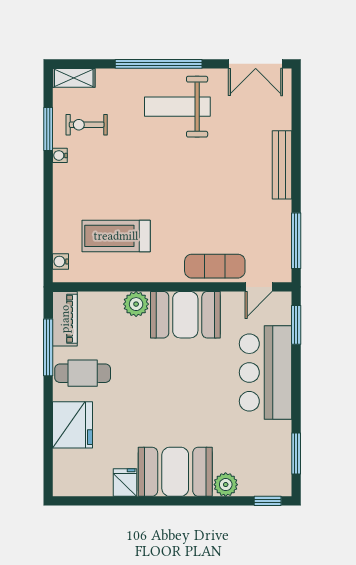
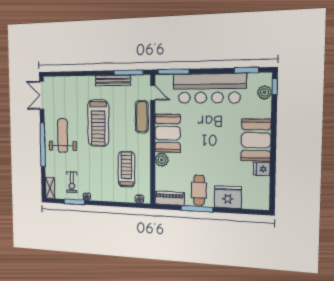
double door: (256, 64) -> (42, 95), swing flipped
weight bench: (177, 107) -> (63, 136), turned 180
bench: (282, 165) -> (113, 81), moved
treadmill: (202, 180) -> (98, 123), added
treadmill: (116, 236) -> (126, 169), turned 180
window: (296, 325) -> (173, 72), width x1.44
window: (48, 347) -> (197, 209), moved
bar counter: (265, 372) -> (209, 88), width x1.36
plant: (226, 485) -> (265, 92), moved

